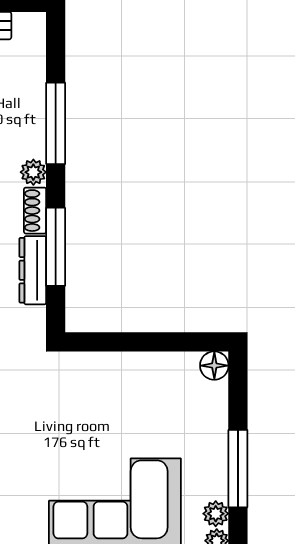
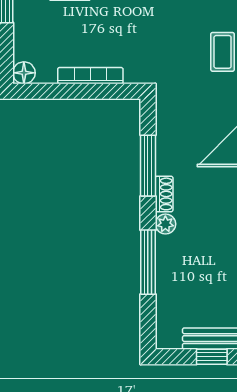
dresser: (33, 270) -> (166, 147), removed
bookcase: (129, 362) -> (90, 76), added

